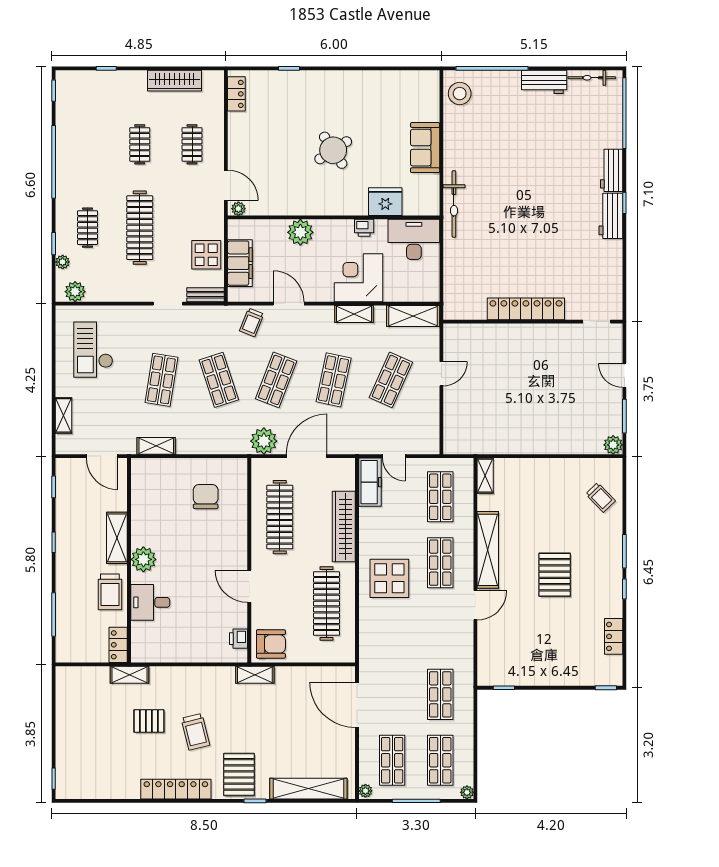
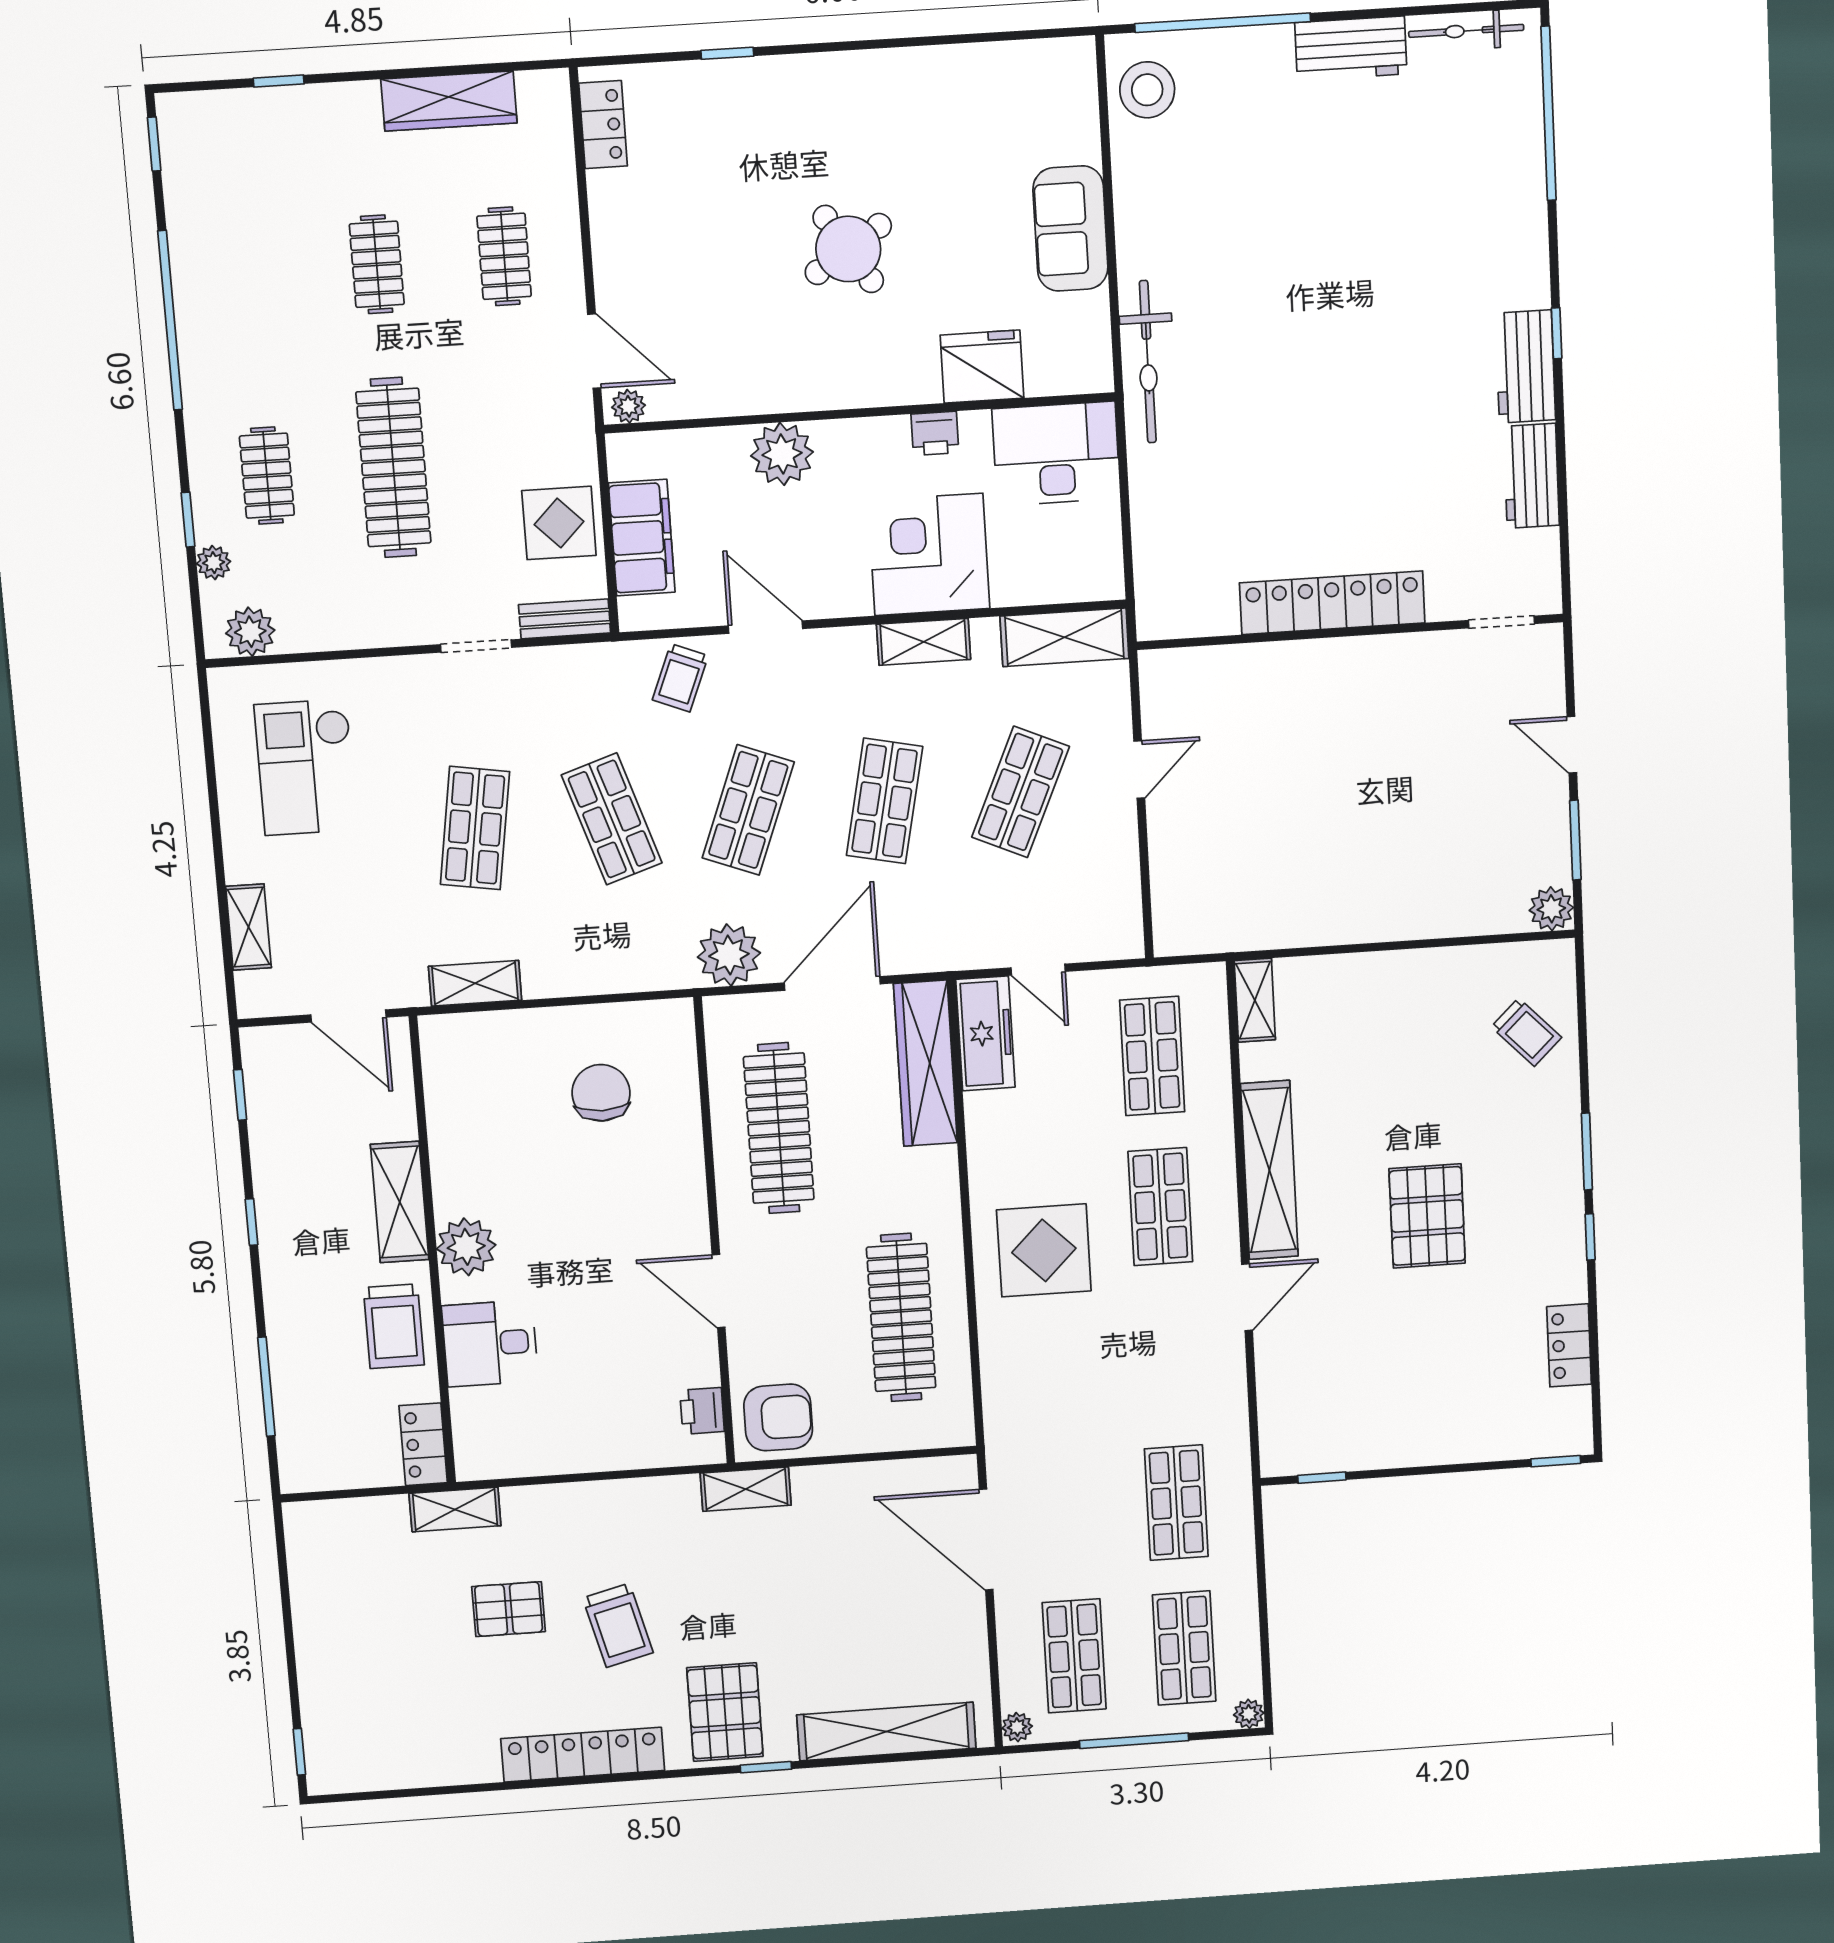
workbench: (612, 170) -> (1531, 476), moved
wardrobe: (344, 527) -> (925, 1063), moved

